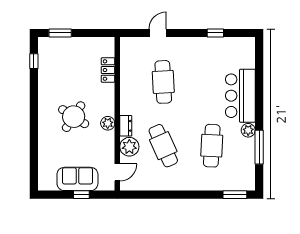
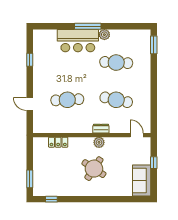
cafe table: (163, 146) -> (116, 100), turned 36
plant: (129, 147) -> (117, 126), removed
window: (259, 147) -> (88, 26), moved
sofa: (77, 179) -> (142, 181), moved

